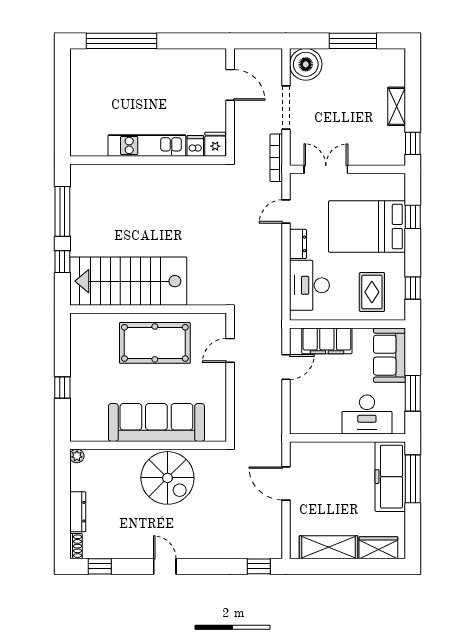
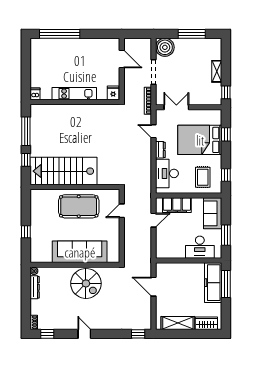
dishwasher: (195, 146) -> (35, 94), moved
door: (286, 212) -> (154, 131), hinge flipped
dresser: (78, 512) -> (35, 287), moved

